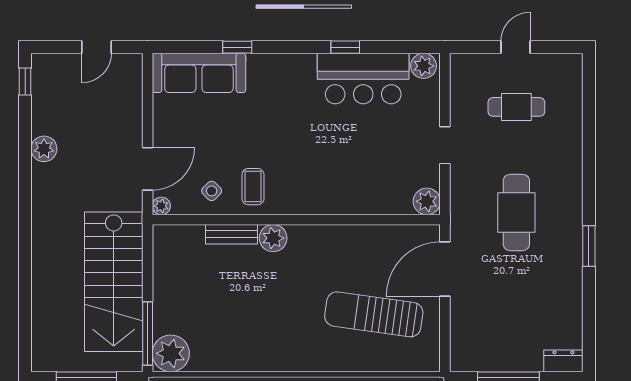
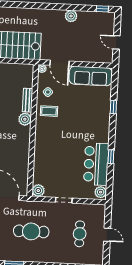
sofa: (199, 73) -> (91, 76), moved, turned -90

